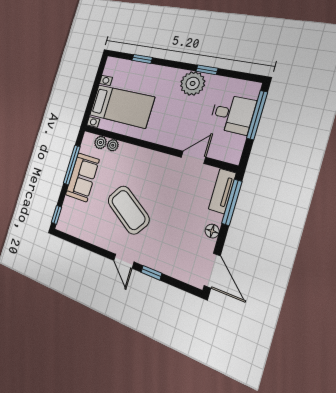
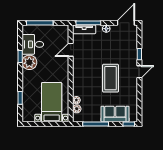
desk: (232, 114) -> (33, 44), moved, turned -90
door: (193, 157) -> (71, 50), hinge flipped
sofa: (82, 177) -> (115, 114), moved
coffee table: (128, 210) -> (111, 78), turned -34

